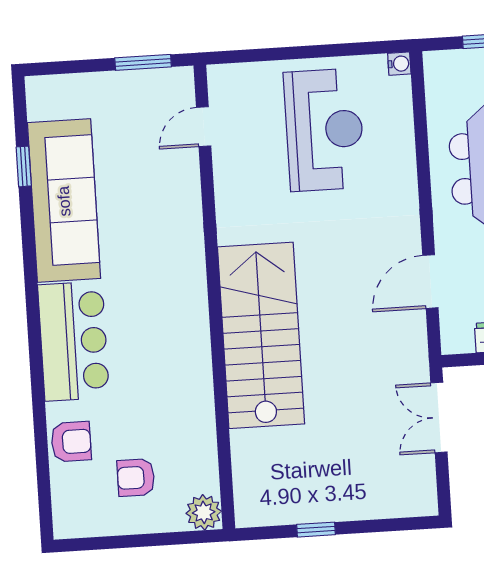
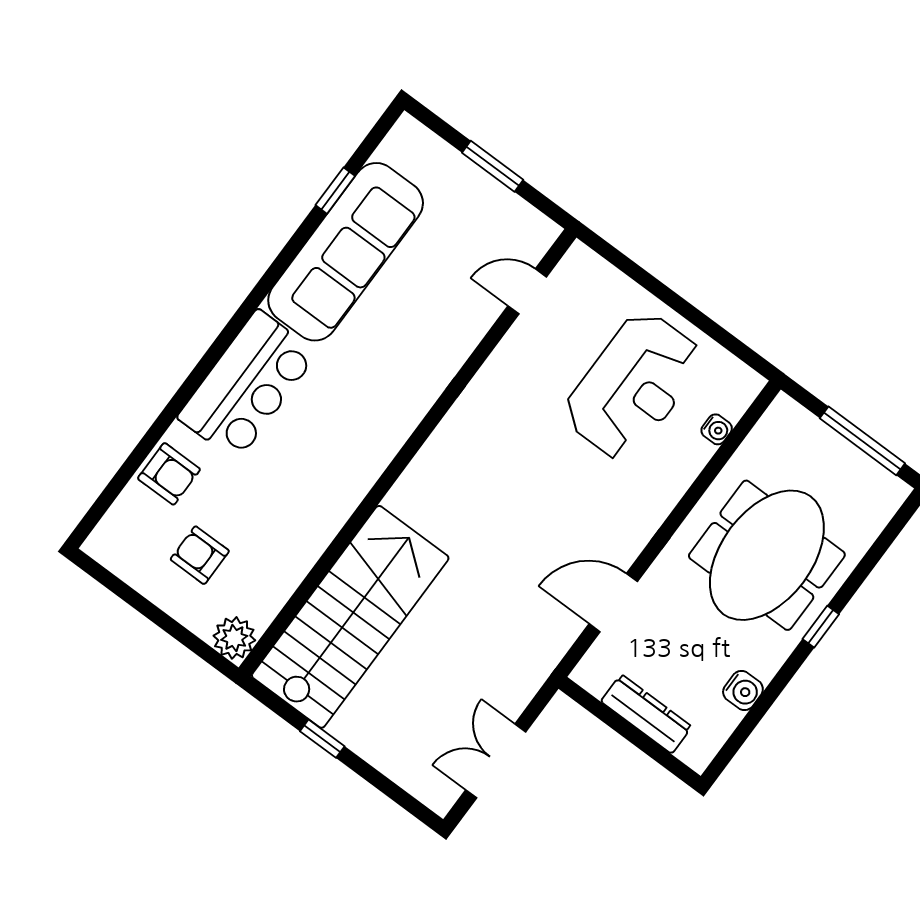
window: (143, 62) -> (493, 166), moved
water cooler: (399, 64) -> (717, 429), moved
stairs: (261, 335) -> (350, 617), moved
double door: (439, 417) -> (496, 761), moved

